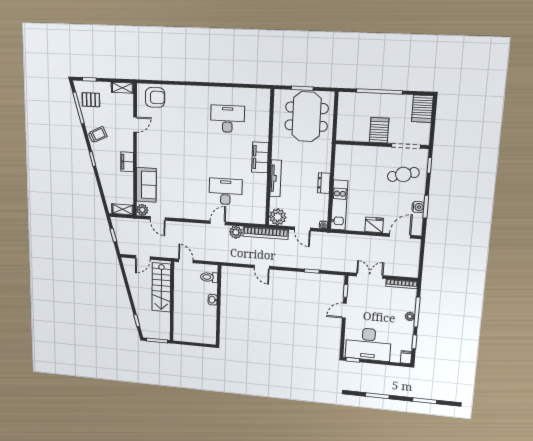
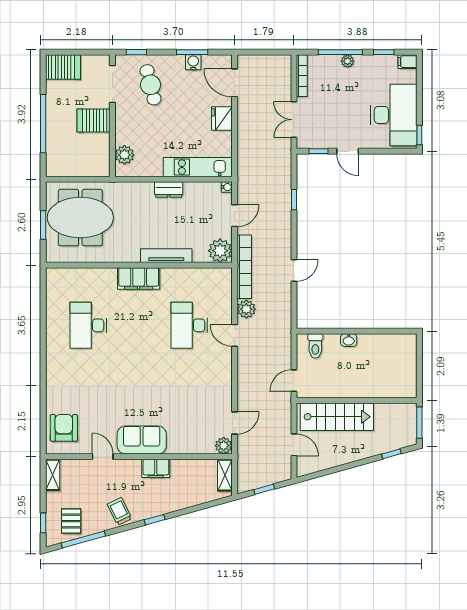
plant: (352, 152) -> (124, 155), added
sofa: (146, 185) -> (142, 440), moved

